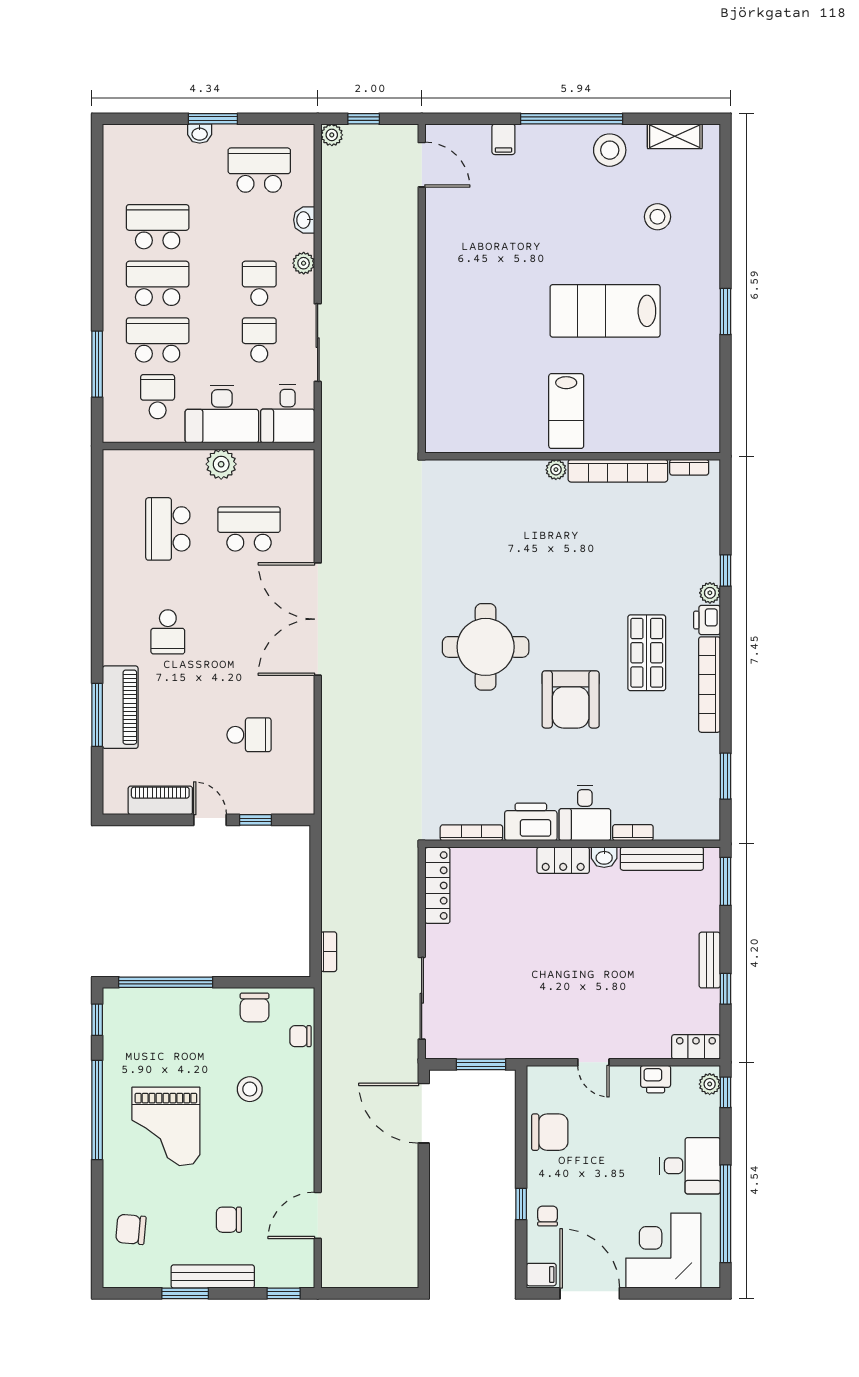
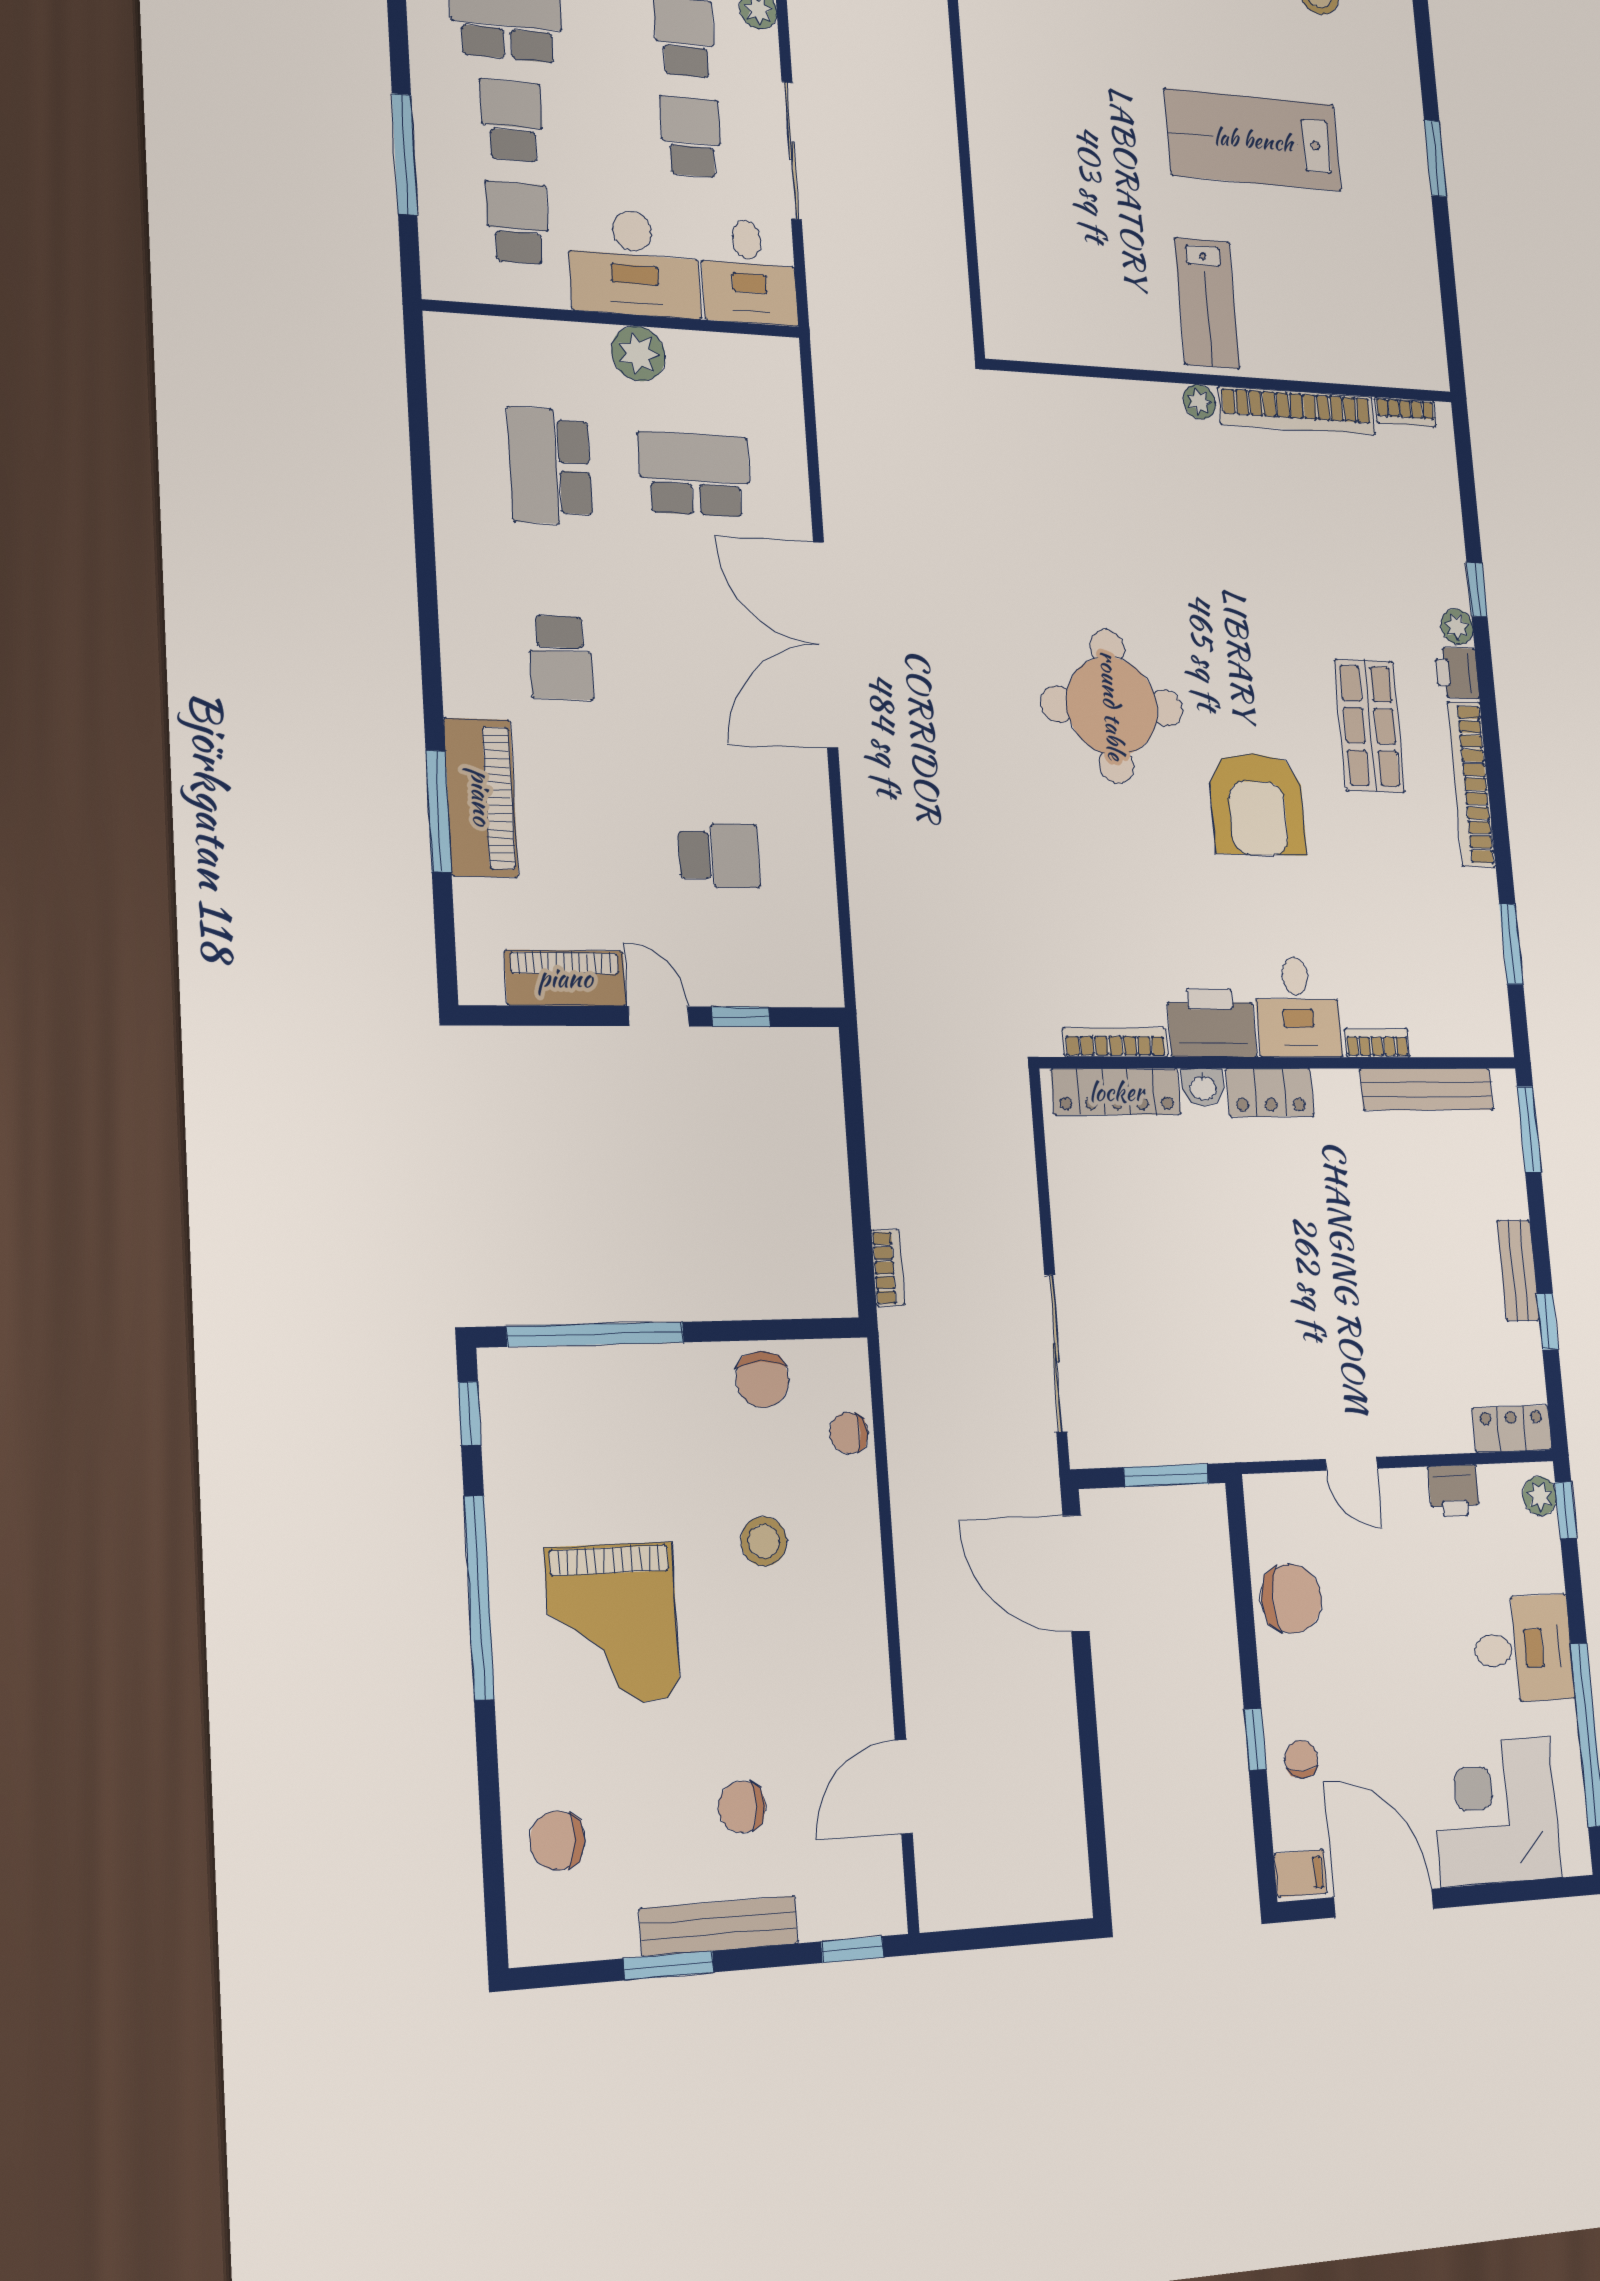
school desk: (158, 340) -> (512, 121), width x0.54
washbasin: (604, 857) -> (1203, 1087), moved
locker: (437, 885) -> (1116, 1092), moved, turned 90

